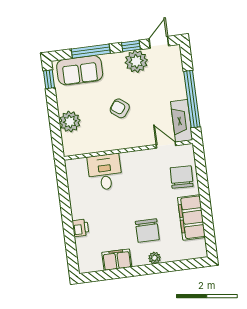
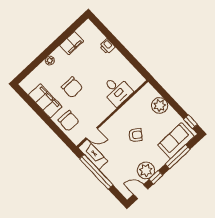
door: (159, 42) -> (141, 192), swing flipped
chair: (147, 231) -> (72, 87), moved, turned 180

